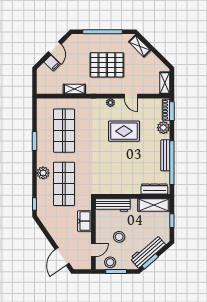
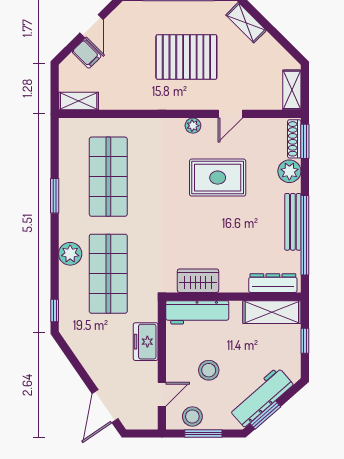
shelving: (74, 89) -> (79, 101), moved
door: (131, 96) -> (230, 114), hinge flipped
wardrobe: (113, 188) -> (198, 281), added

